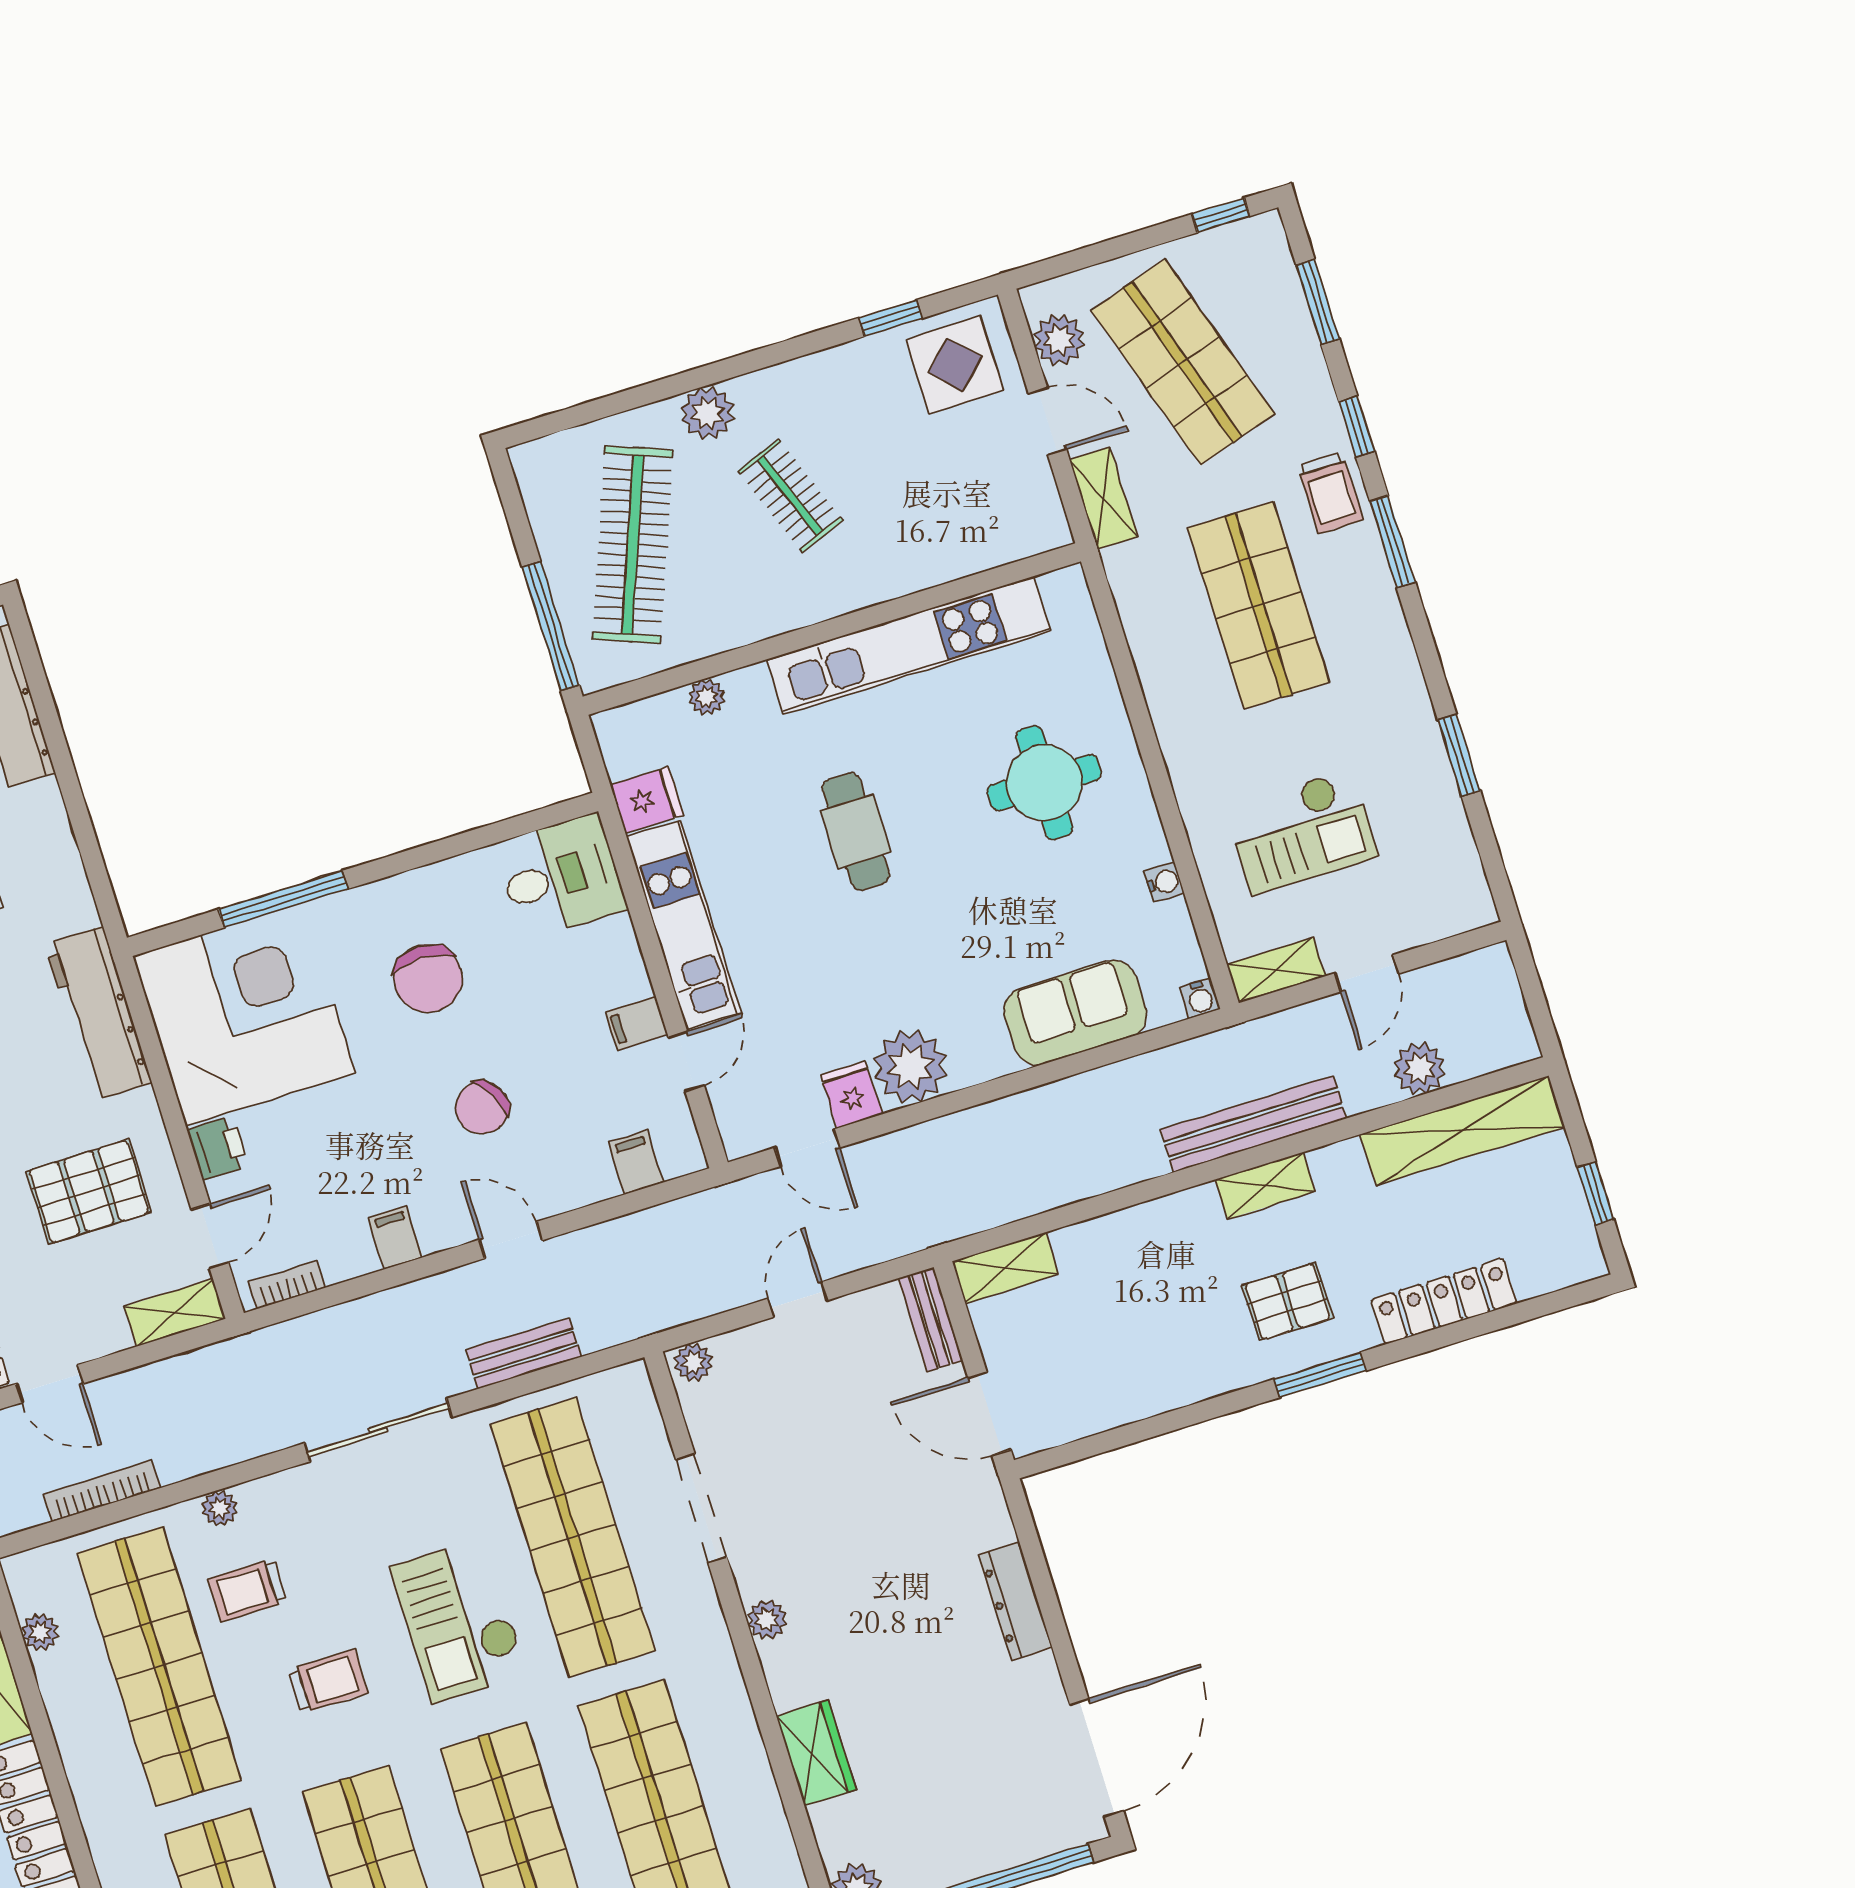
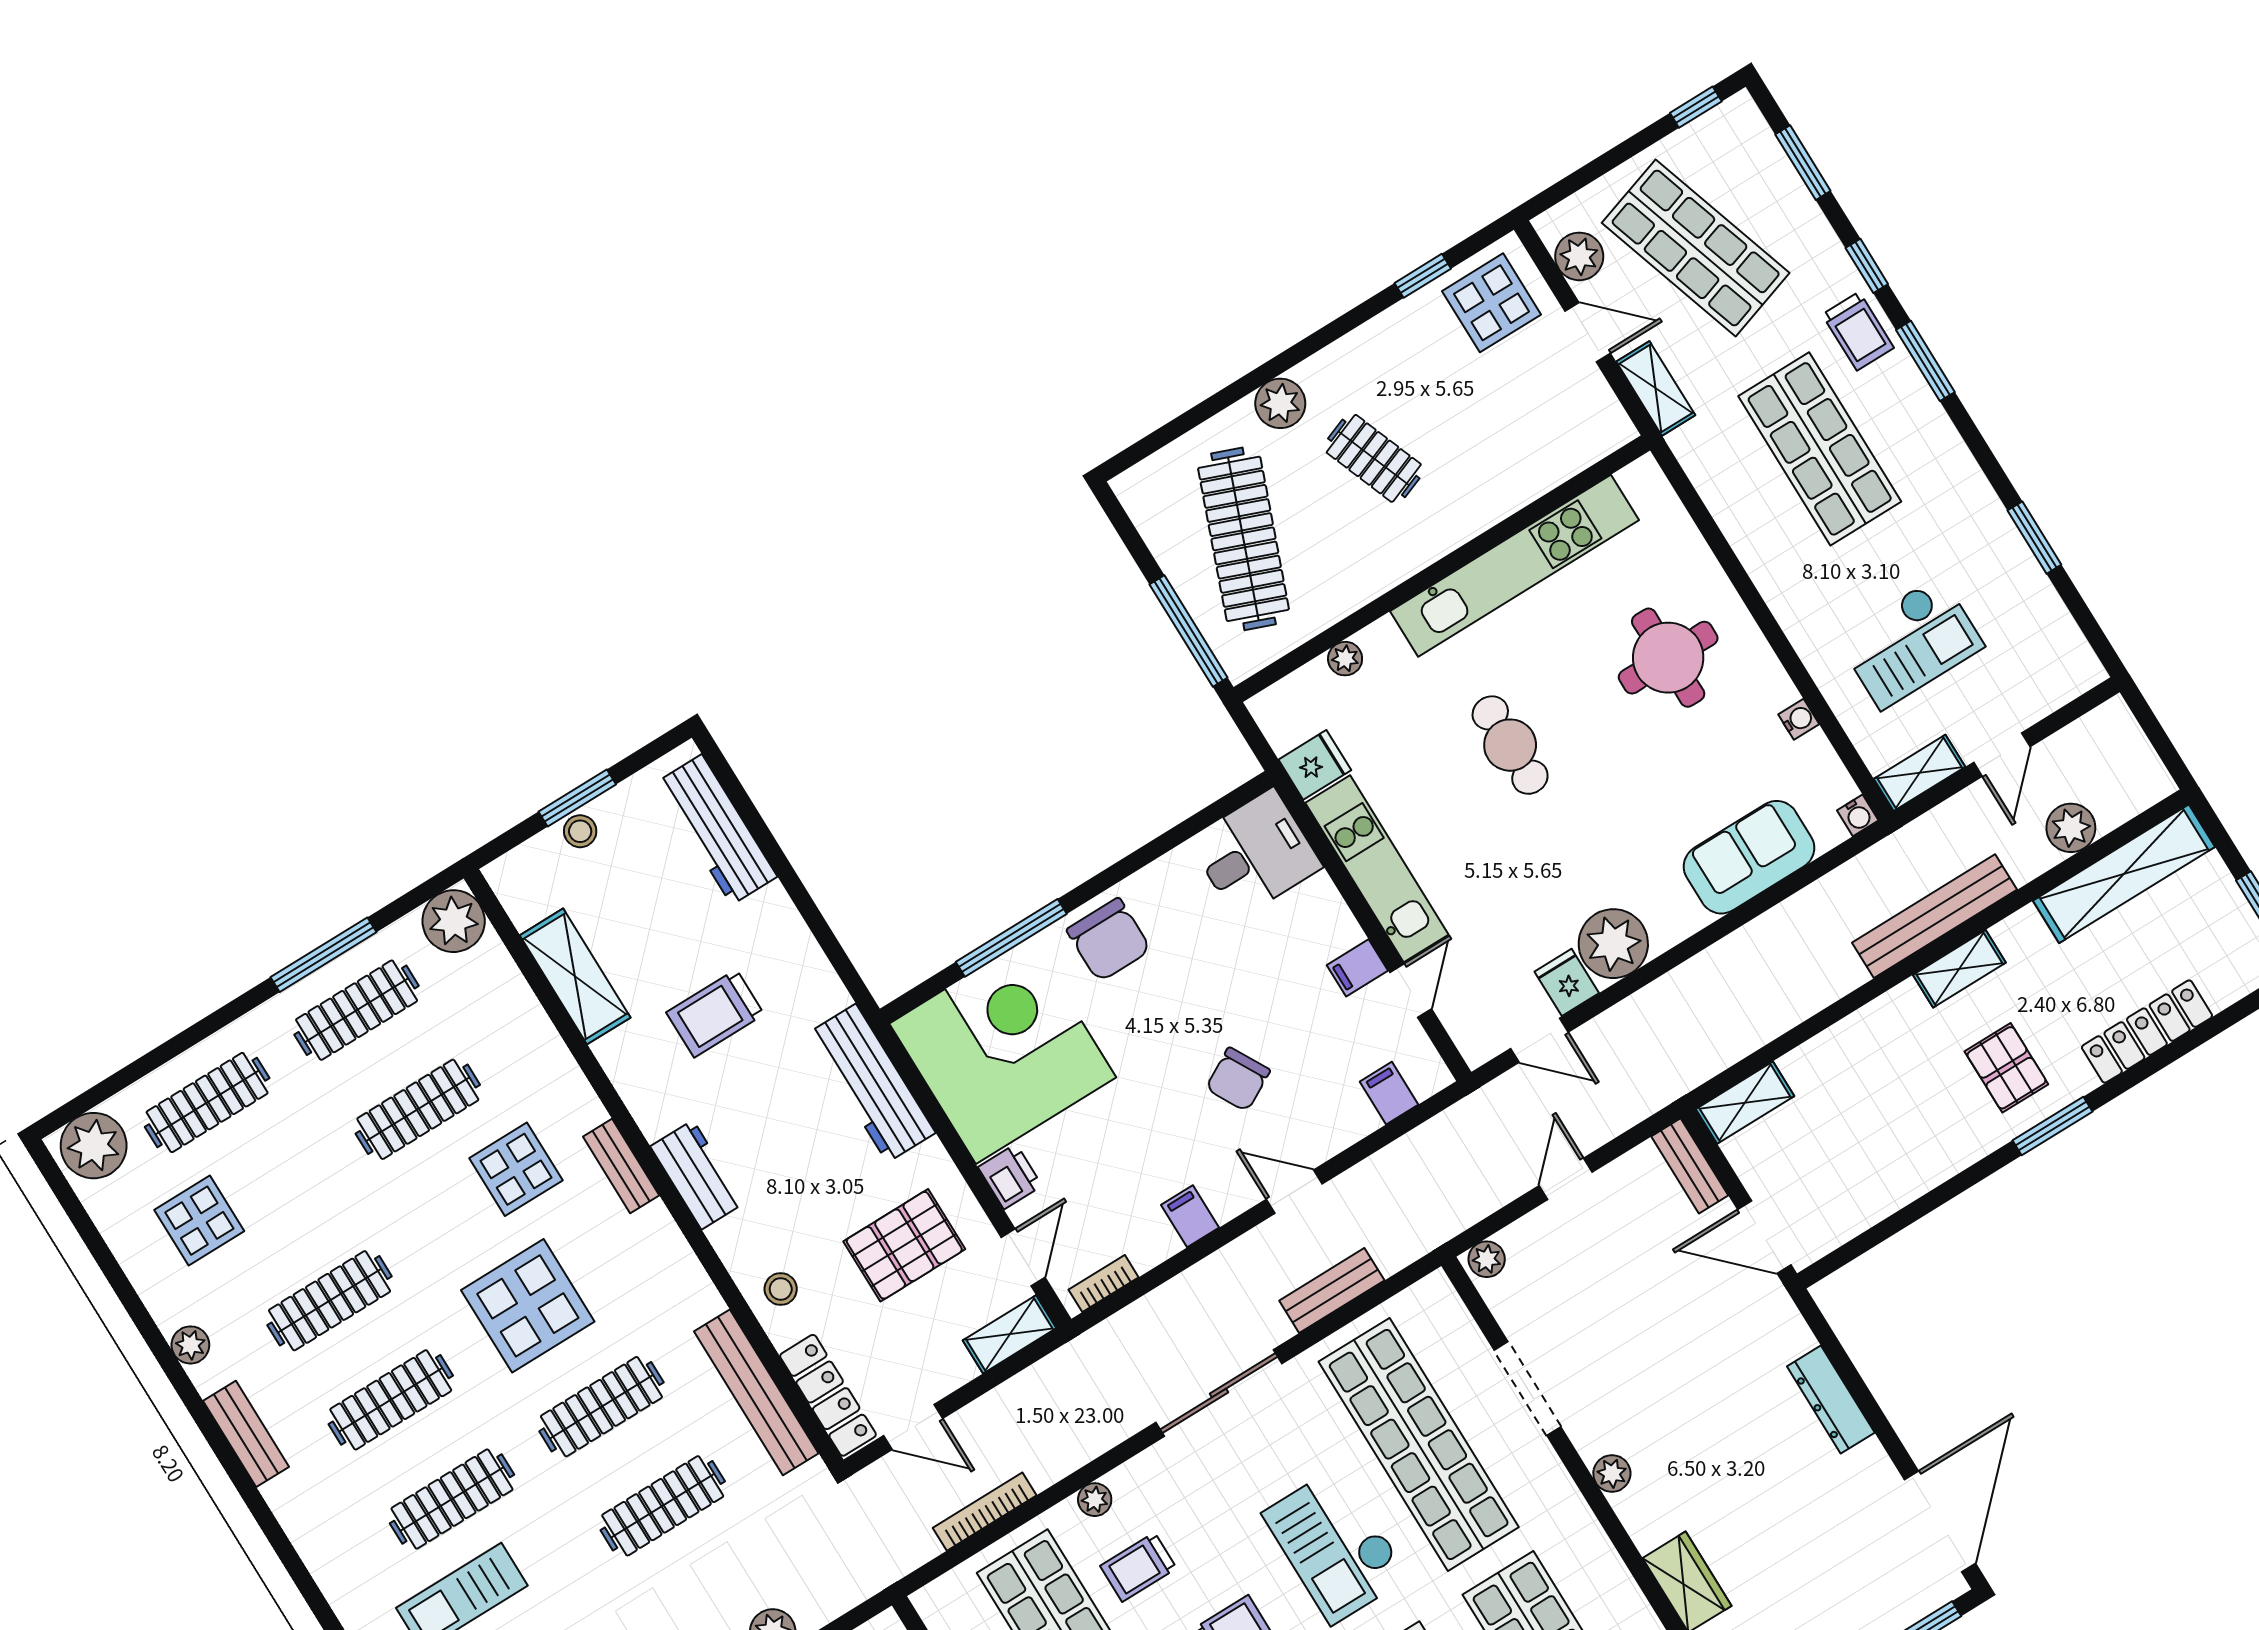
chair: (428, 979) -> (1109, 940), moved
pallet: (1288, 1302) -> (2006, 1068), turned 90

